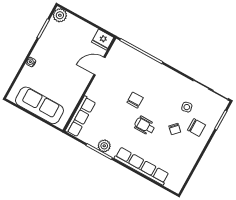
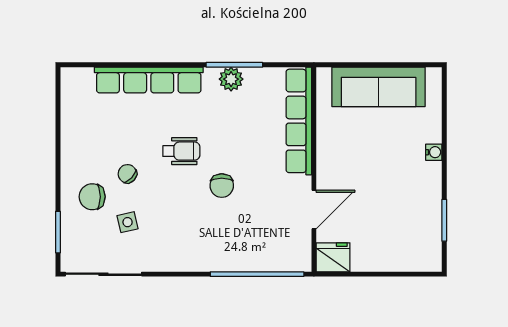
plant: (60, 15) -> (429, 259), removed
row of seats: (80, 116) -> (299, 121), width x1.36

